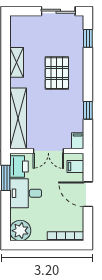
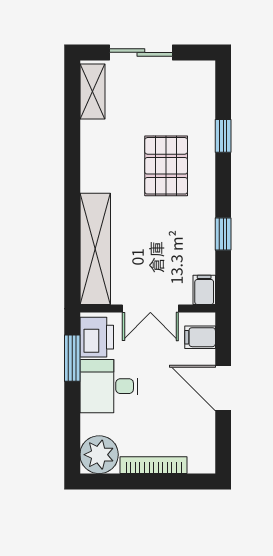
sliding door: (58, 11) -> (141, 52), moved
window: (88, 38) -> (223, 136), moved
shelving: (17, 62) -> (92, 91), moved
bookcase: (65, 236) -> (154, 465), moved

